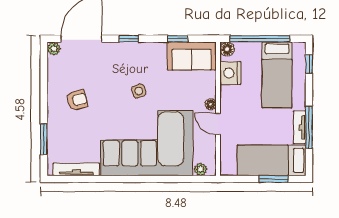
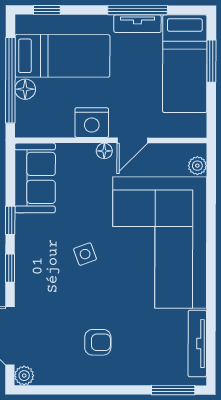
window: (178, 39) -> (10, 220), moved
floor lamp: (227, 49) -> (25, 89), moved
nightstand: (230, 73) -> (92, 123), moved
armchair: (77, 100) -> (98, 342), turned 104
window: (44, 139) -> (173, 390), moved

